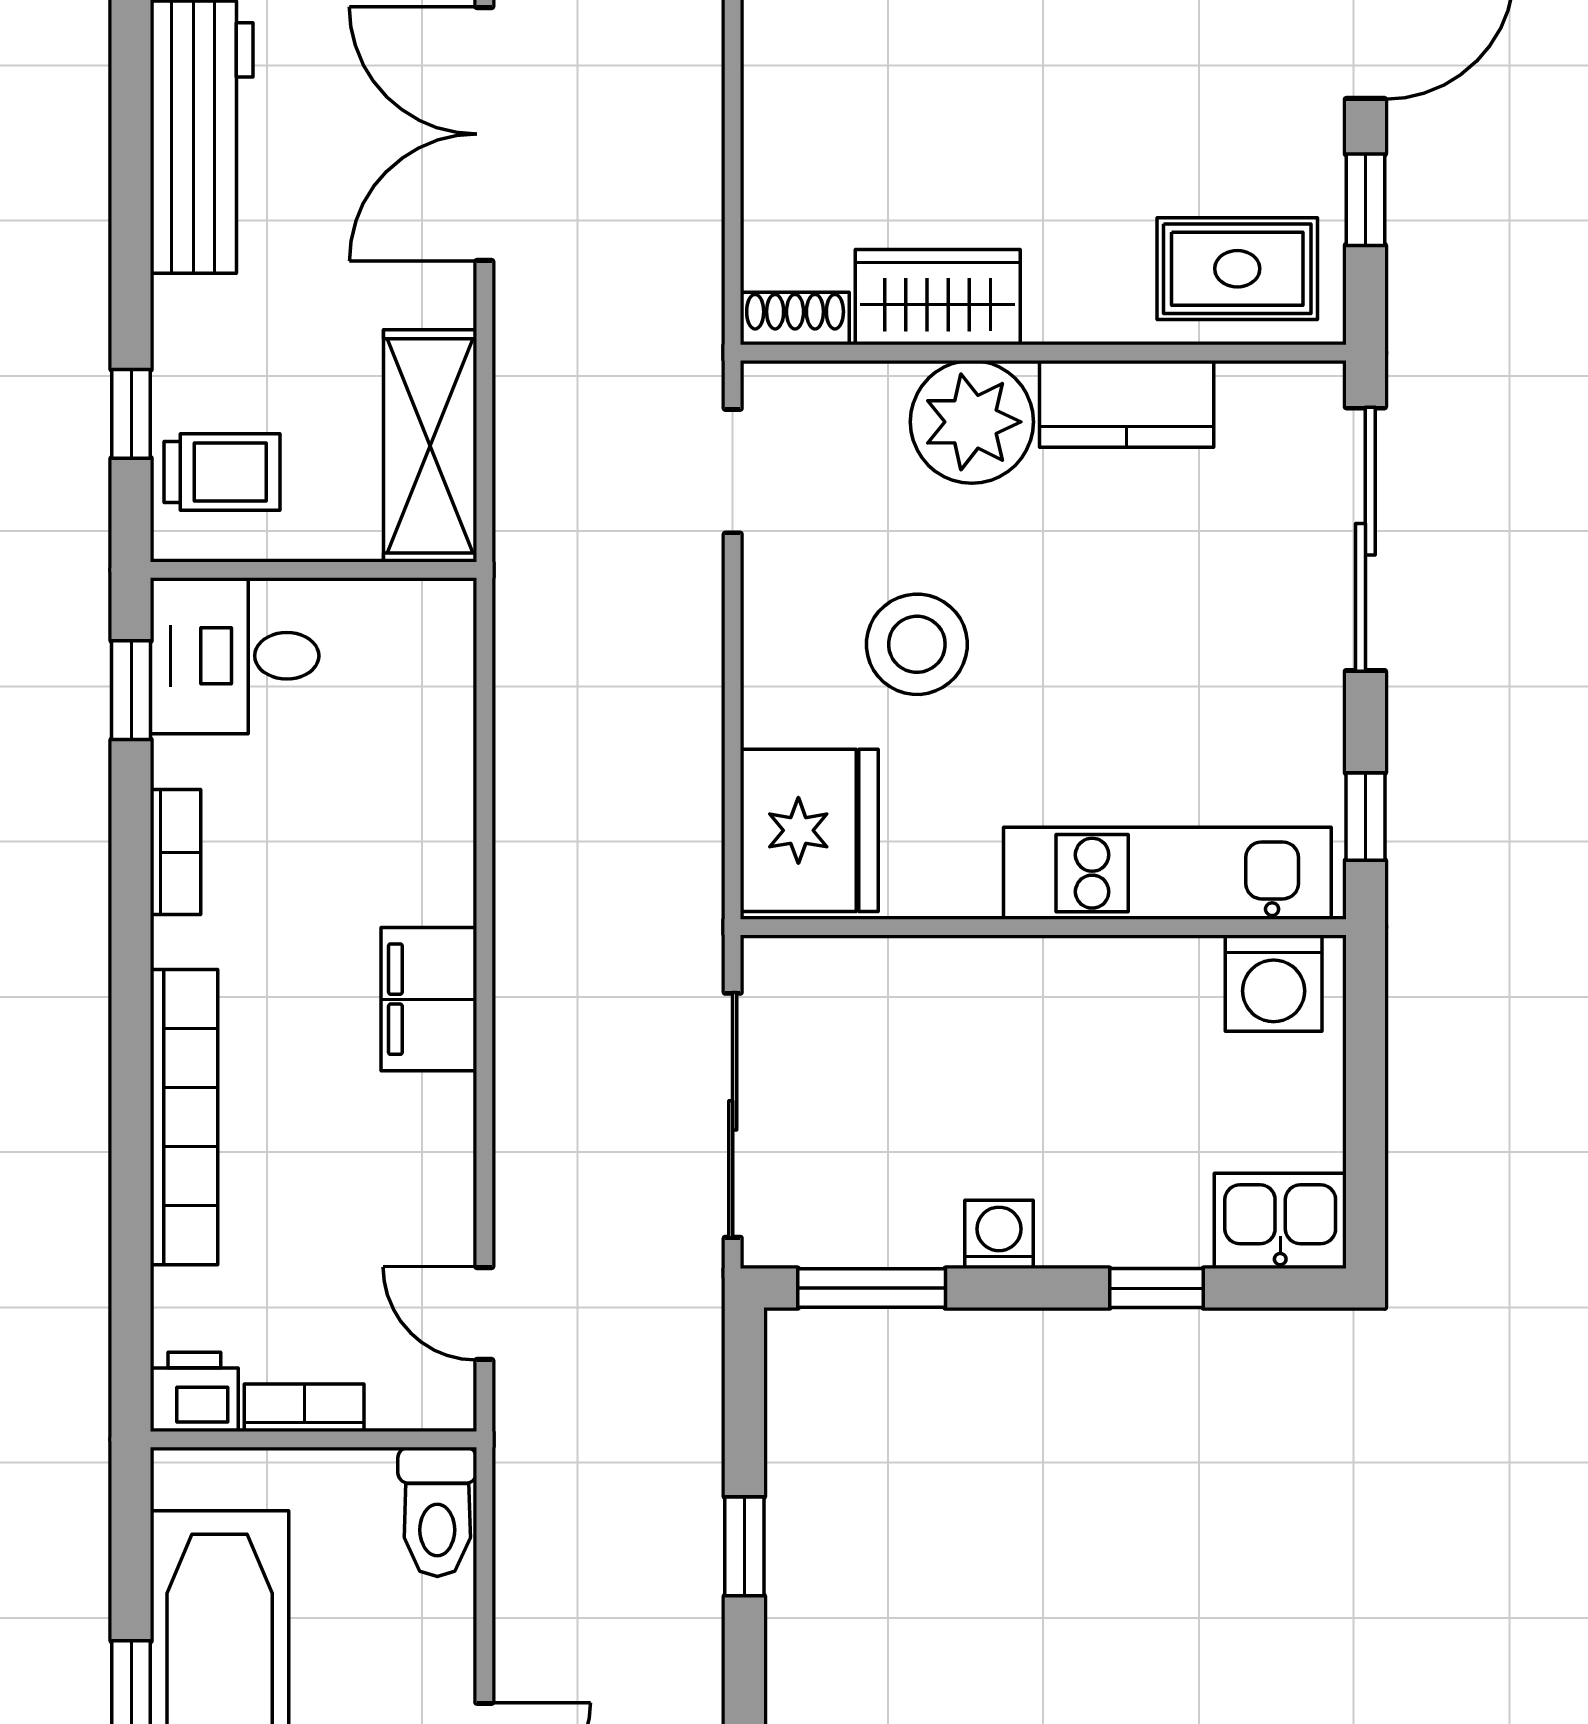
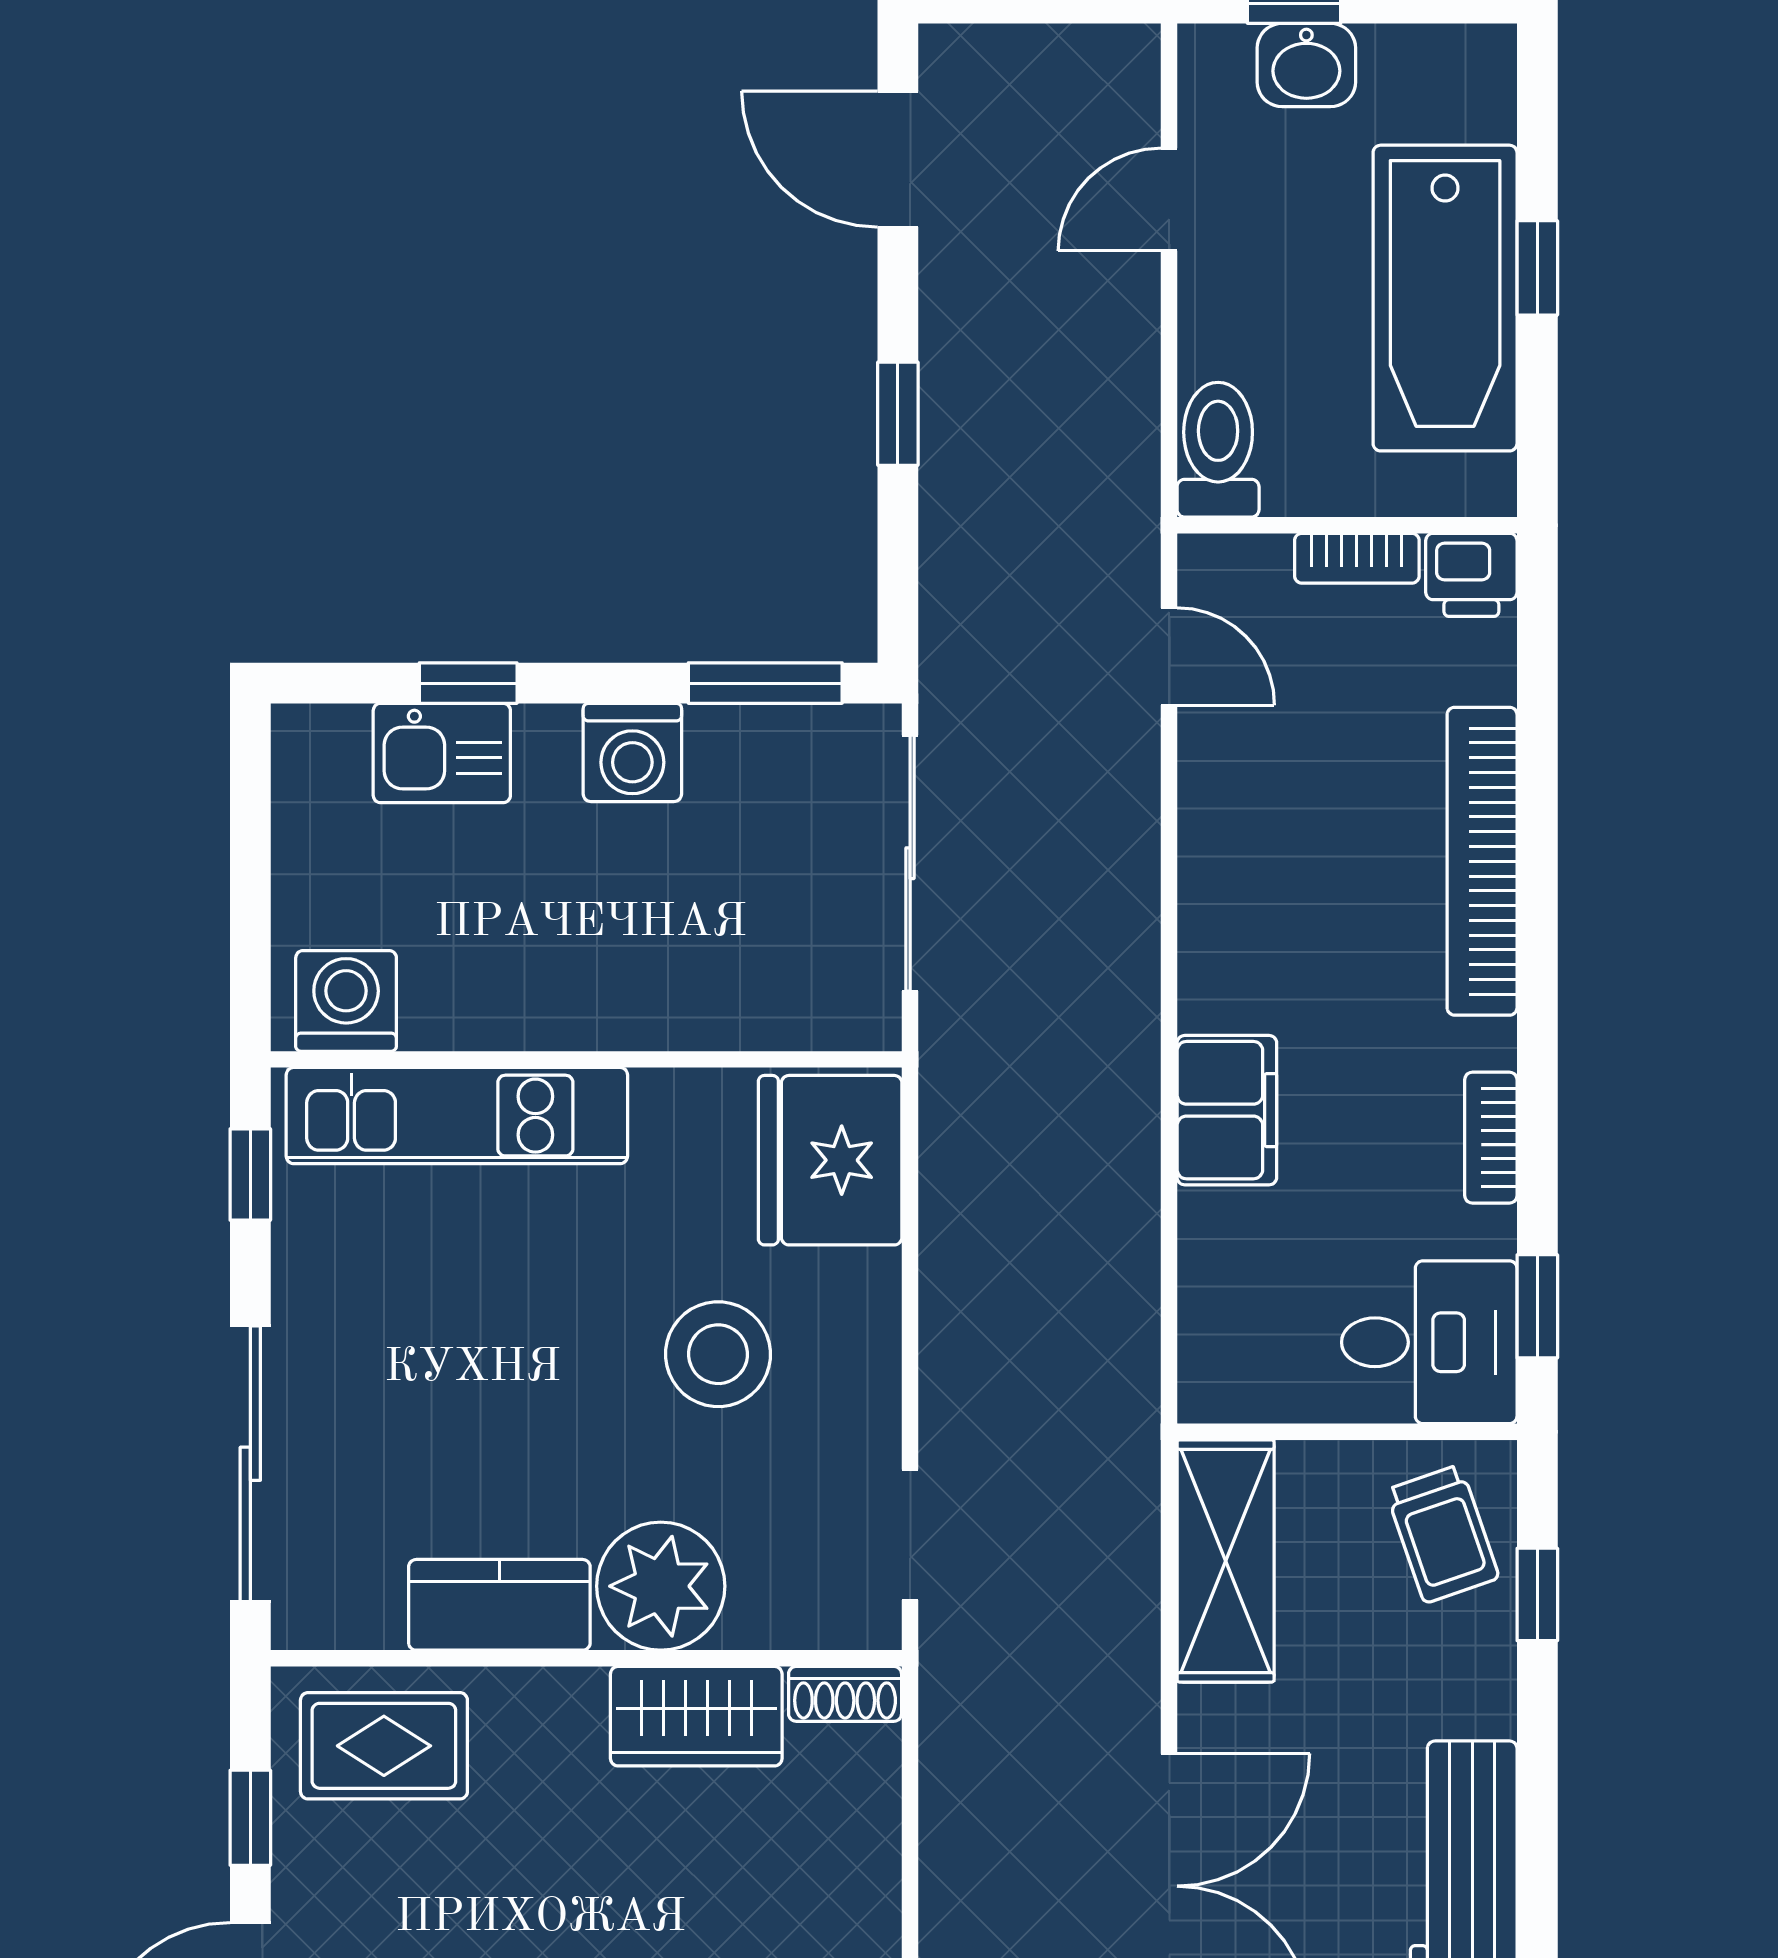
trolley: (222, 472) -> (1442, 1534), turned -109
filing cabinet: (429, 999) -> (1227, 1110), moved
kitchen sink: (1280, 1221) -> (442, 753), moved
washing machine: (999, 1234) -> (632, 752), width x1.38, depth x1.38

